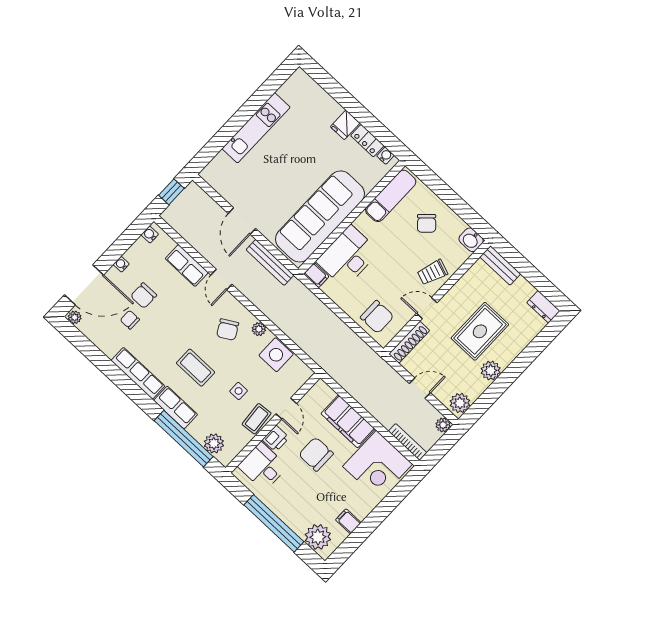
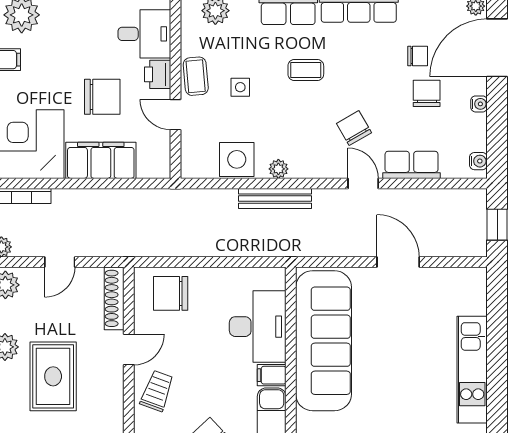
bench: (270, 262) -> (275, 199), moved
filing cabinet: (316, 275) -> (272, 375), moved
chair: (228, 330) -> (354, 128), moved
coffee table: (196, 368) -> (306, 70), width x0.73, depth x0.77

